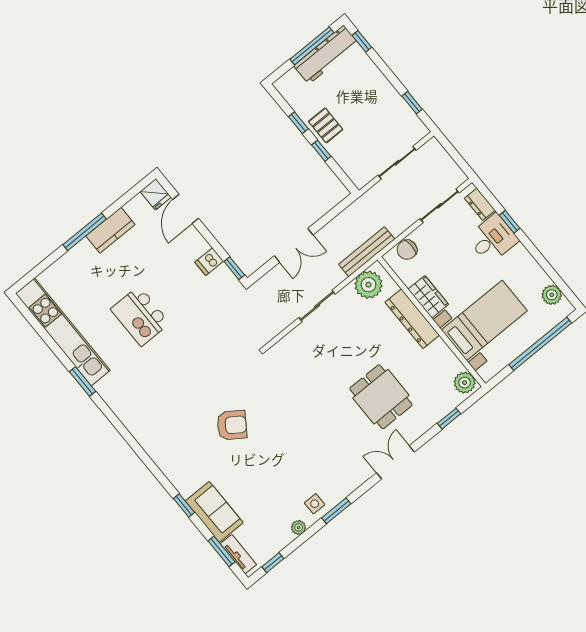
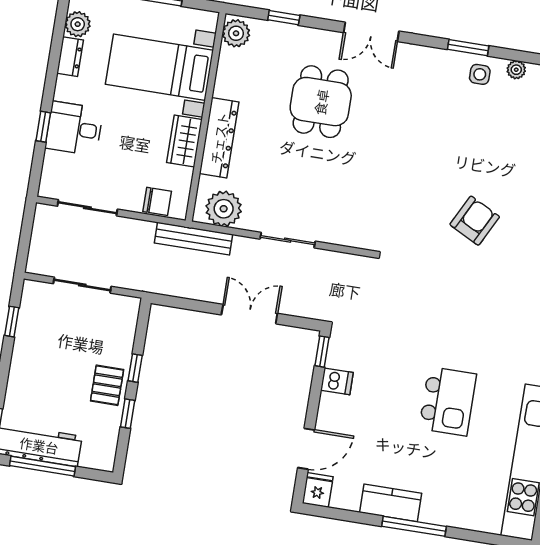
dresser: (480, 204) -> (70, 57), moved
armchair: (232, 425) -> (475, 221), turned 83

